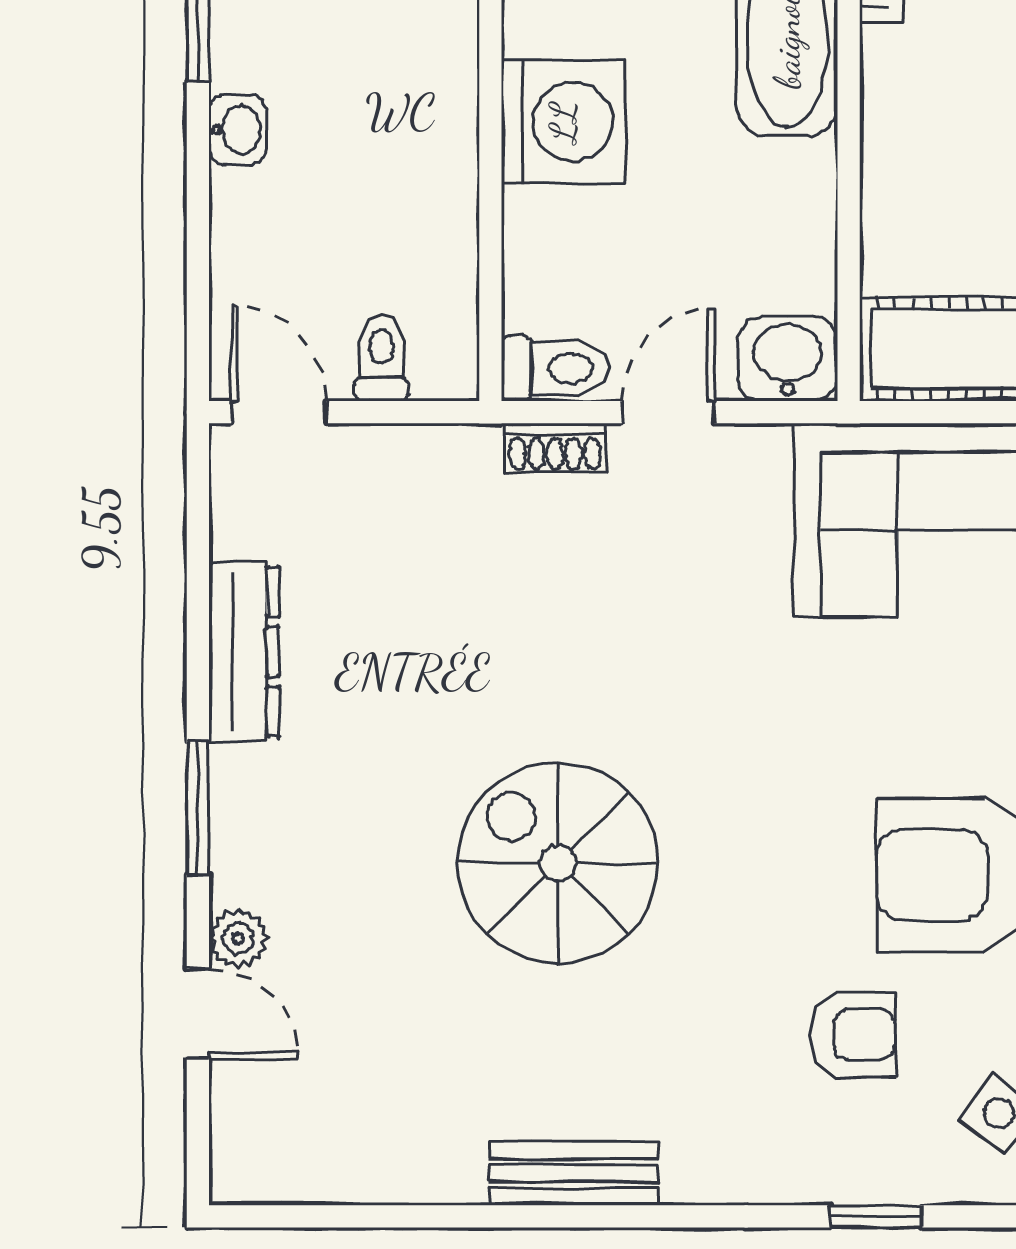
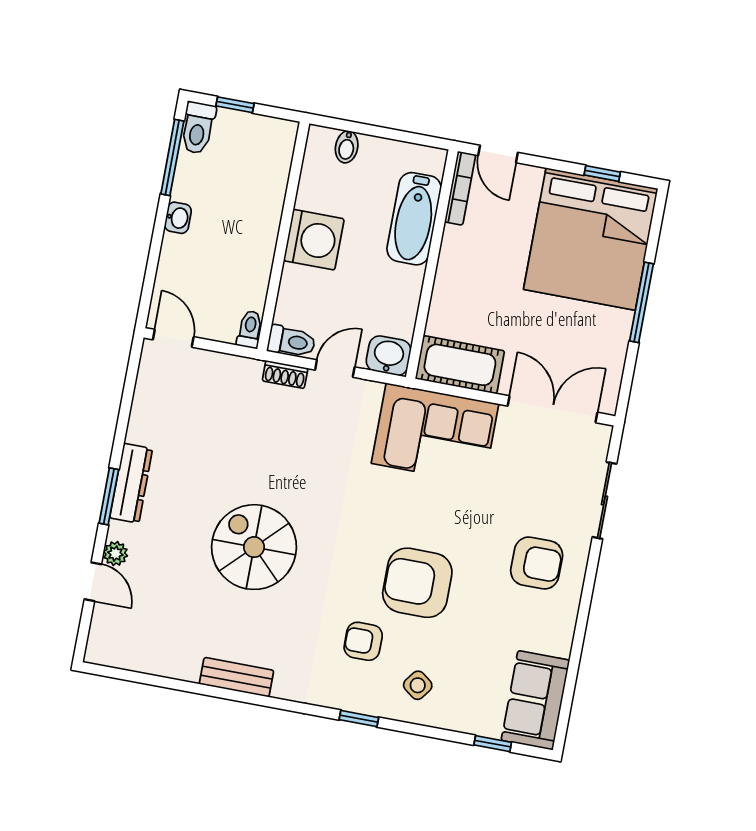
toilet: (382, 358) -> (250, 329), moved
dresser: (244, 652) -> (131, 483), moved
armchair: (853, 1035) -> (363, 641), turned 180

